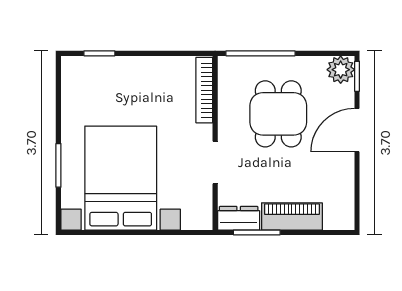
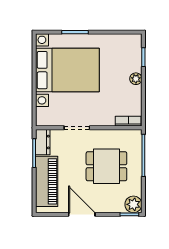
plant: (135, 66) -> (136, 79), added
bookcase: (204, 90) -> (128, 121), width x0.64
door: (357, 130) -> (82, 214), moved
piano: (292, 216) -> (47, 181), width x1.37, depth x1.33

